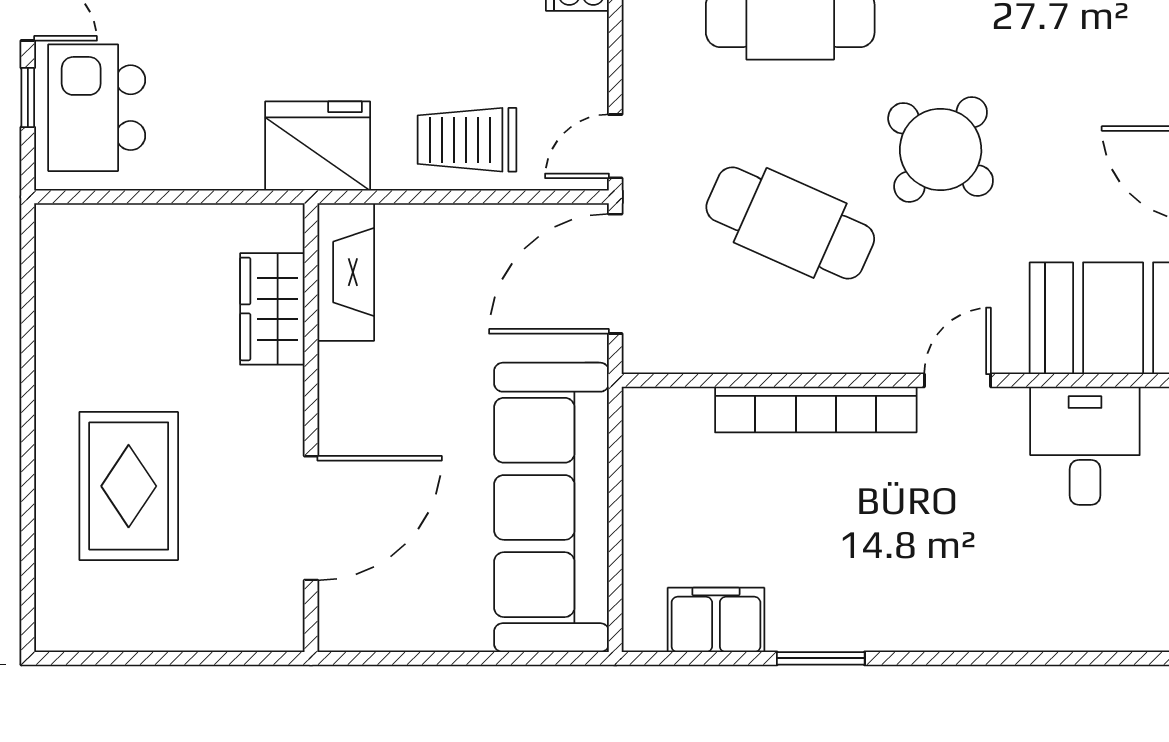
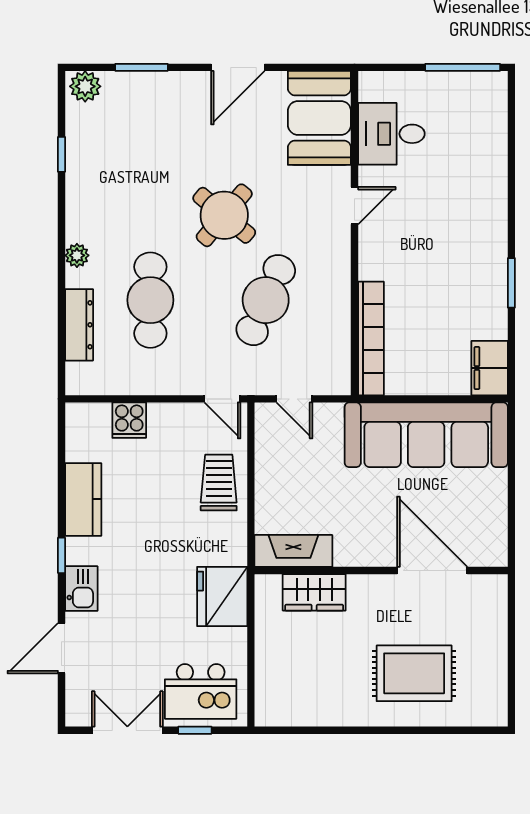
trolley: (467, 140) -> (219, 483), turned 180
fridge: (318, 146) -> (222, 597), moved
door: (615, 274) -> (294, 399), width x0.53
door: (958, 380) -> (355, 206), swing flipped
bookcase: (816, 410) -> (371, 338), moved
filing cabinet: (716, 620) -> (490, 368), moved

